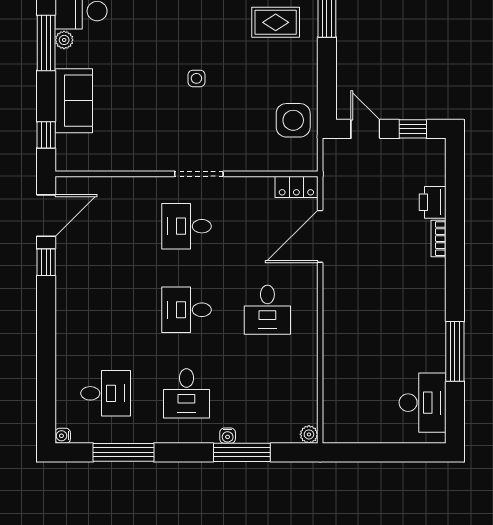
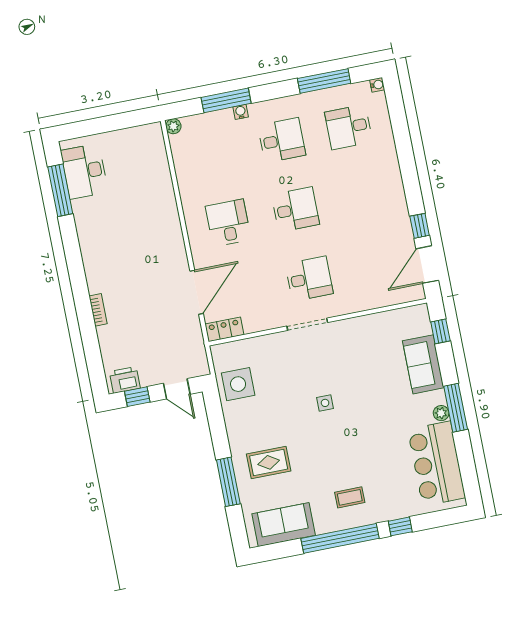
printer: (433, 202) -> (125, 380), moved, turned -90
window: (455, 351) -> (60, 190), moved
desk: (186, 393) -> (282, 140), turned 90

